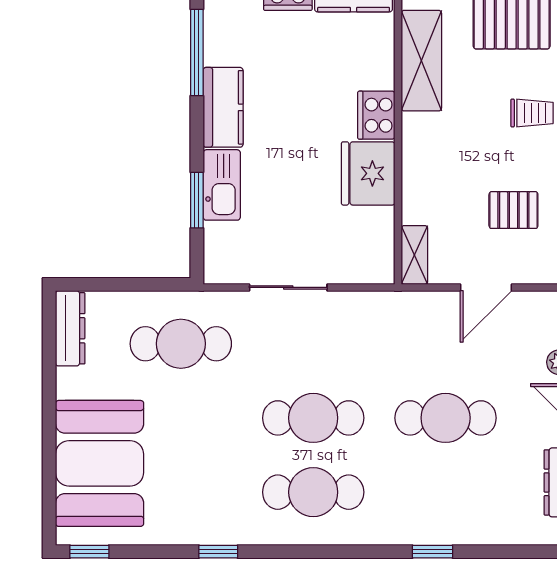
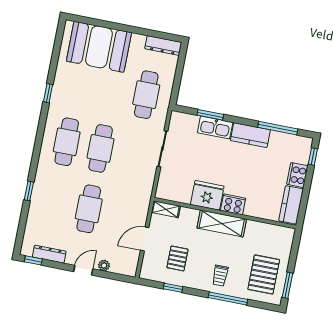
shelving: (421, 61) -> (222, 223), moved
door: (486, 287) -> (145, 239), hinge flipped
window: (89, 552) -> (60, 34), removed

